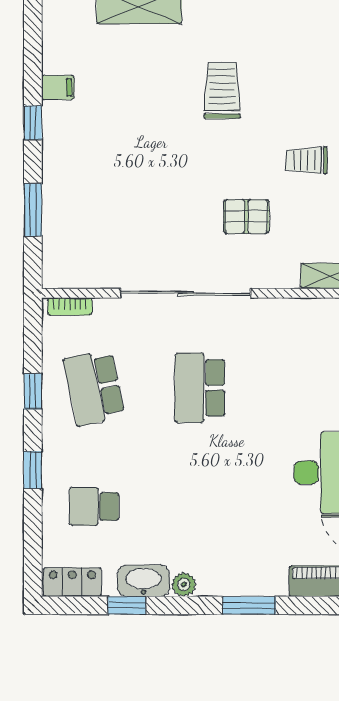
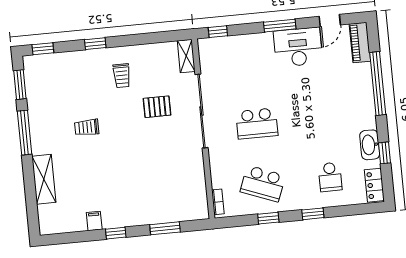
trolley: (222, 90) -> (87, 127), width x0.73, depth x0.72
pallet: (246, 217) -> (157, 107), turned 90
sliding door: (186, 293) -> (201, 111), moved
school desk: (94, 388) -> (263, 184), turned 33
plant: (184, 585) -> (370, 122), removed
window: (249, 605) -> (378, 83), width x2.11

